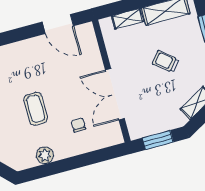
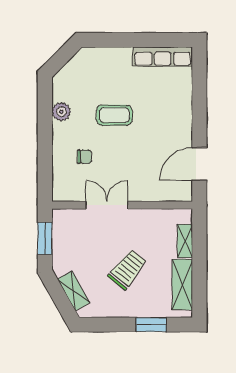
trolley: (165, 61) -> (128, 269), width x1.36, depth x1.39
double door: (115, 94) -> (107, 205), width x0.73

